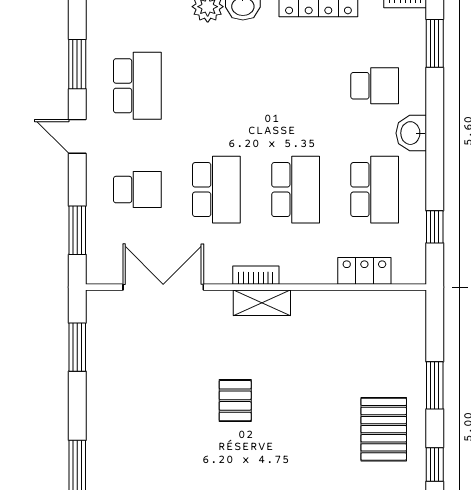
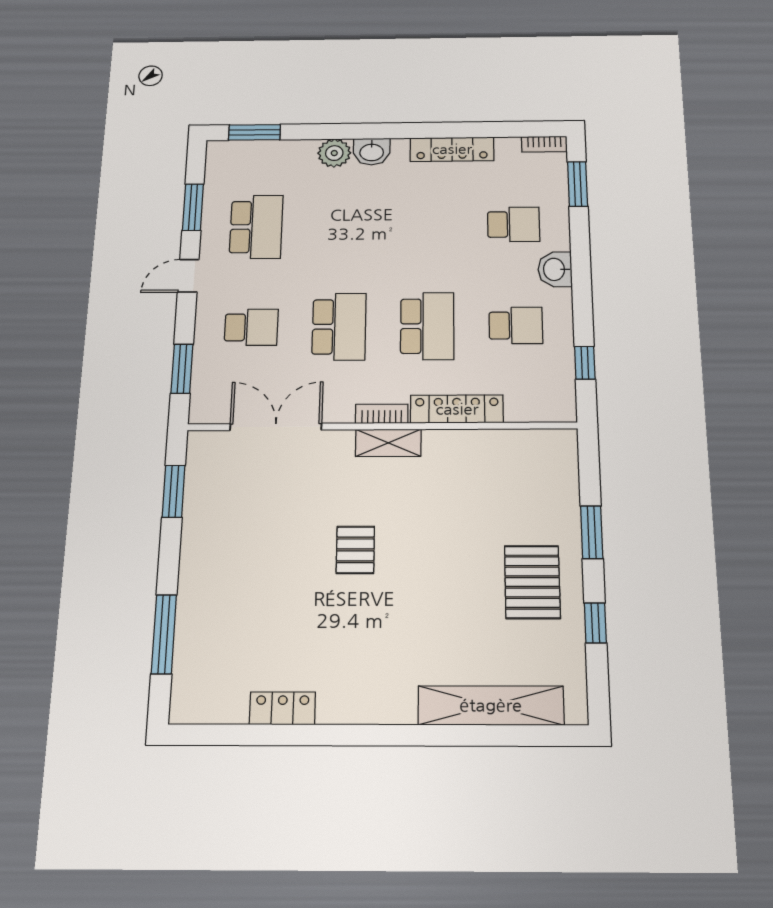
door: (77, 136) -> (188, 276), hinge flipped
school desk: (375, 190) -> (516, 325), width x0.54
locker: (364, 271) -> (457, 409), moved, width x1.53

